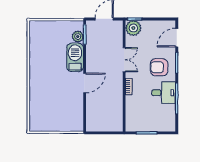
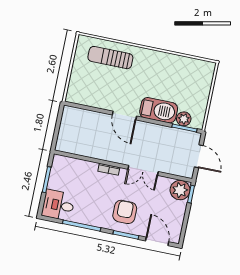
desk: (164, 93) -> (58, 205), moved, turned 90
sun lounger: (42, 103) -> (110, 58), added

